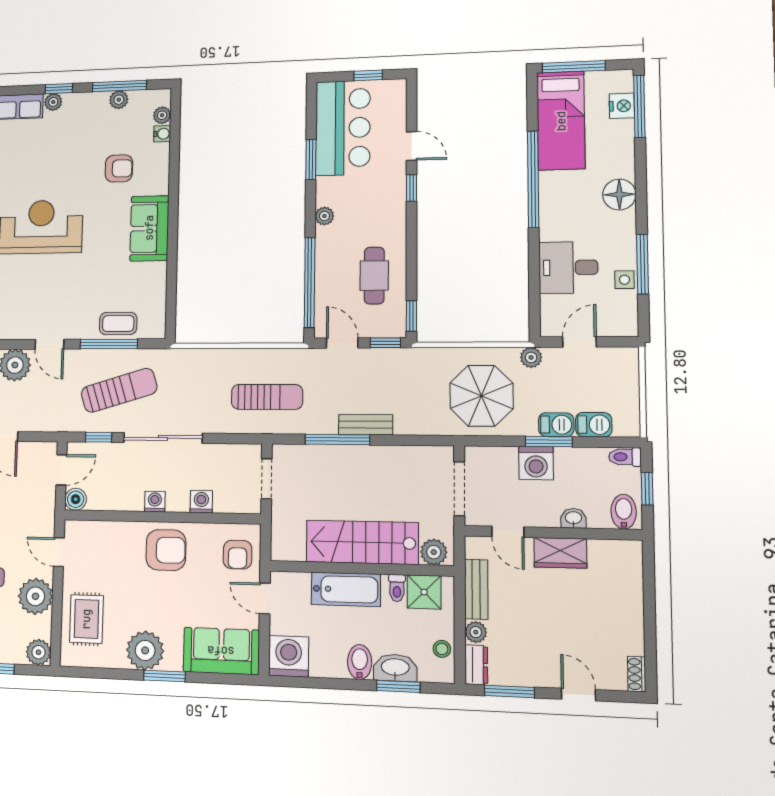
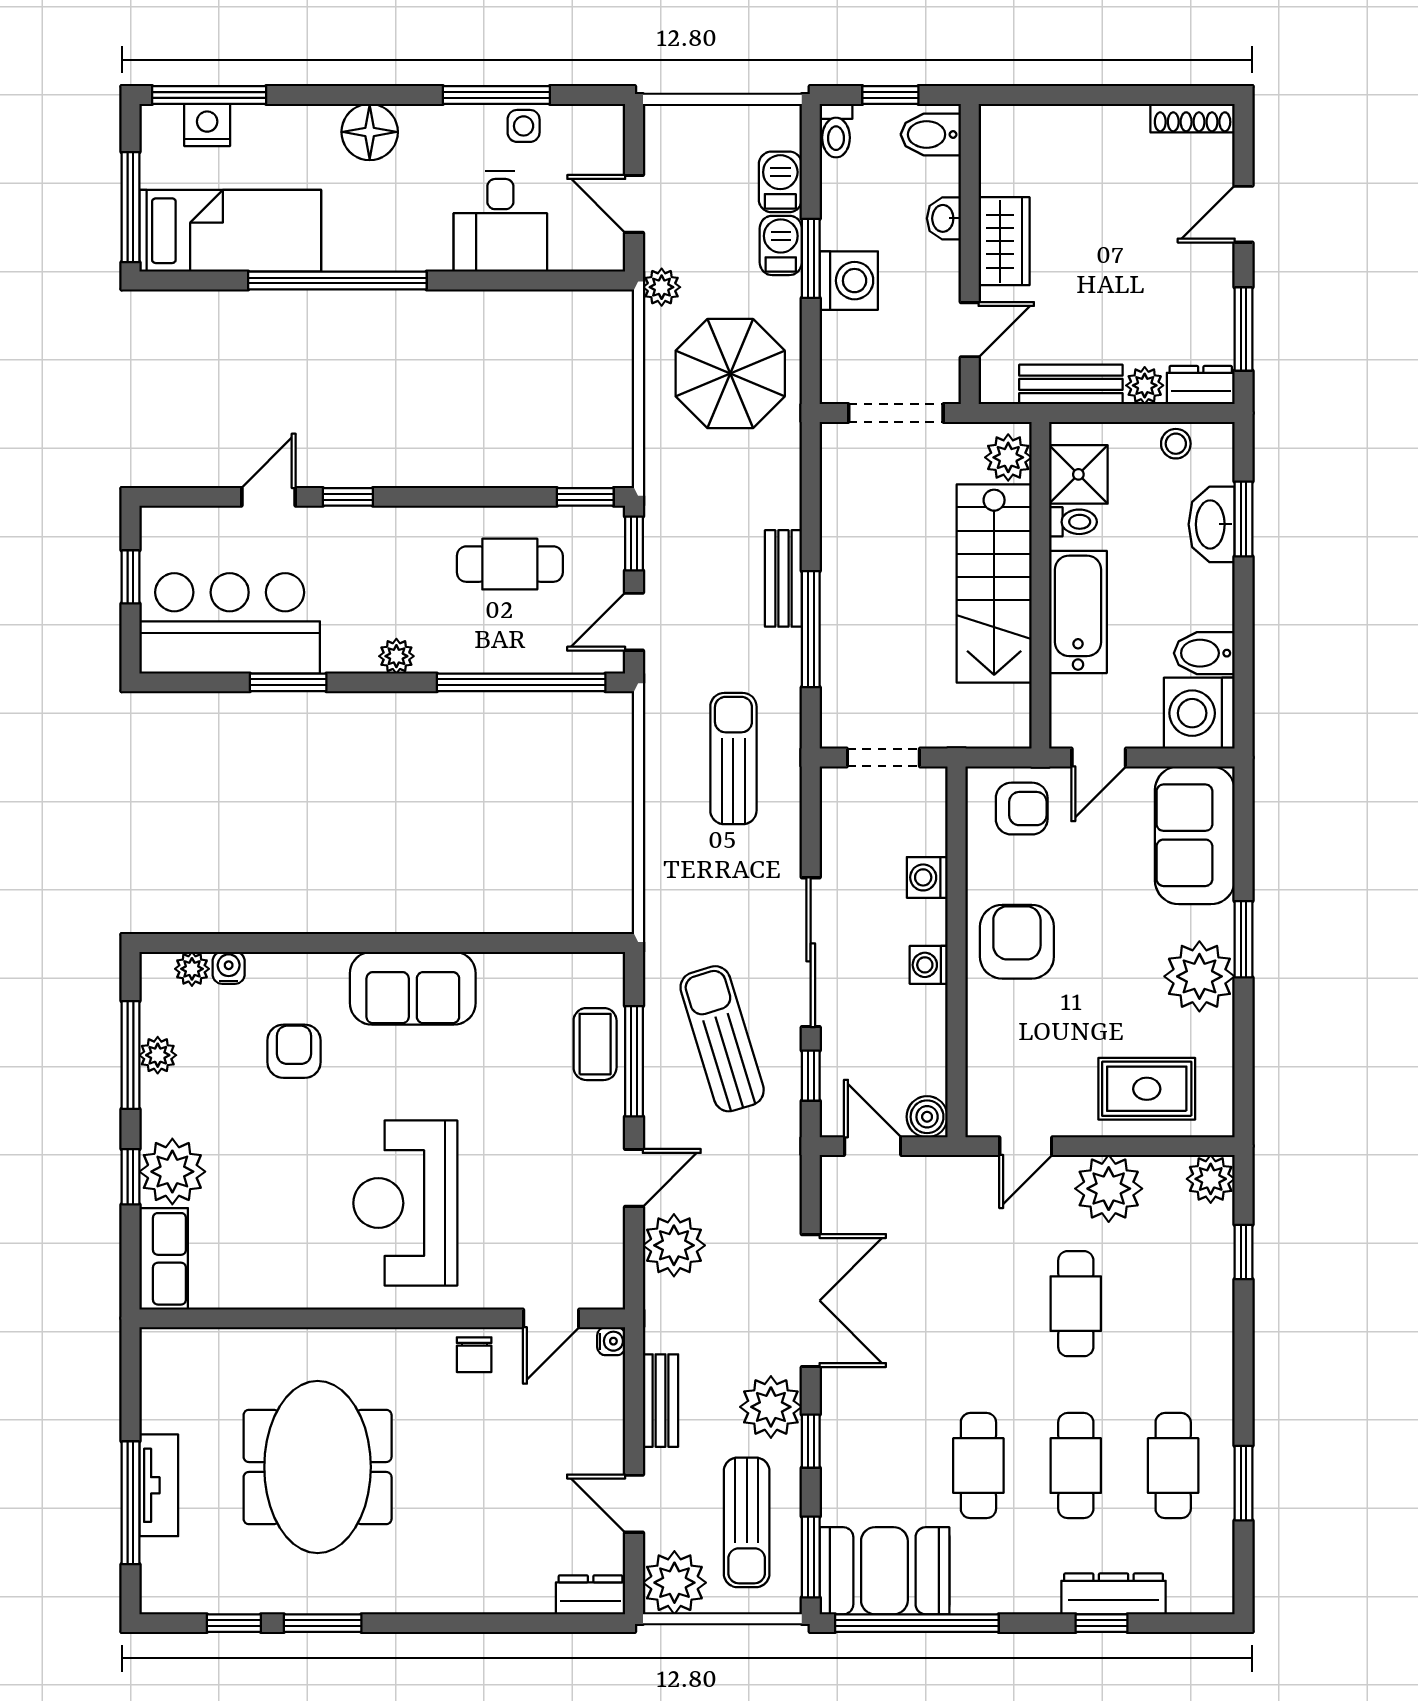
plant: (53, 102) -> (172, 1172), width x1.88, depth x1.88
bidet: (360, 662) -> (1204, 653), moved
shoe rack: (637, 674) -> (1193, 118), width x1.43

